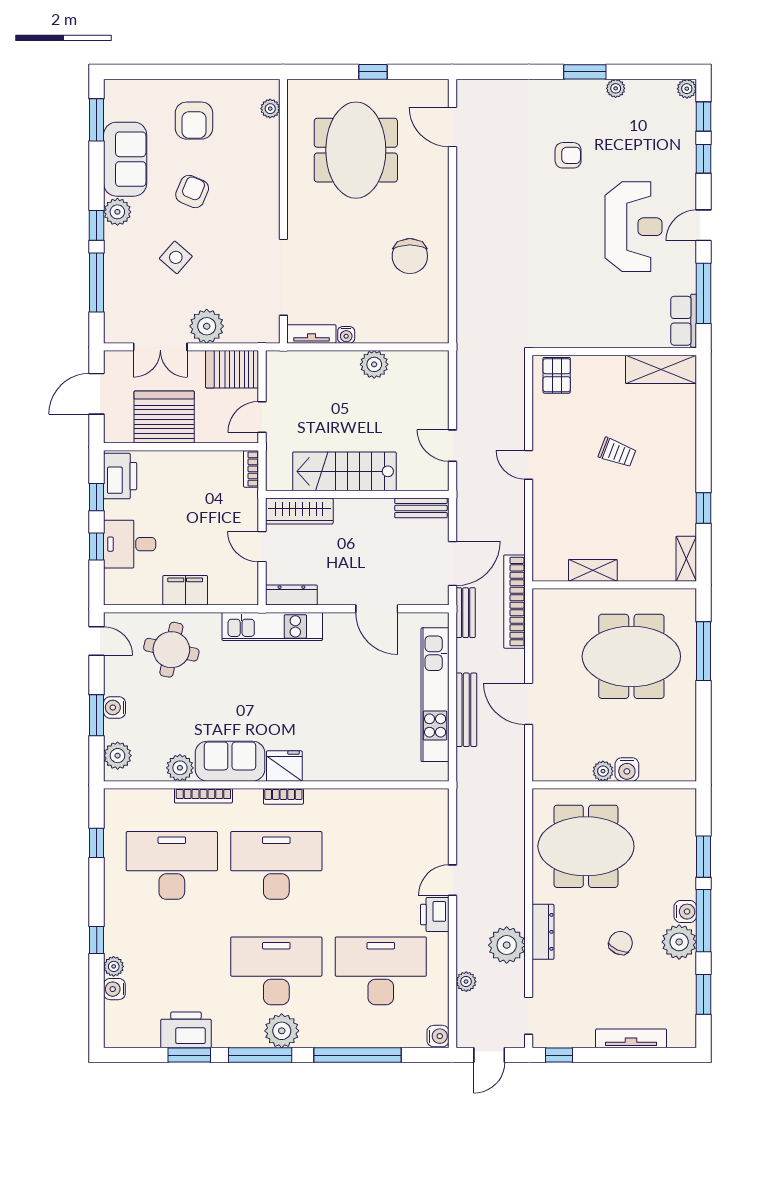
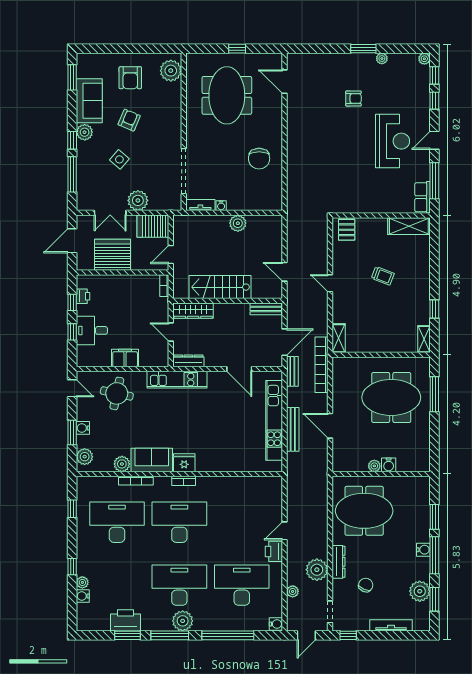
plant: (270, 109) -> (171, 71), width x1.88, depth x1.88
printer: (120, 476) -> (83, 296), width x0.53, depth x0.68
shelving: (593, 570) -> (339, 338), moved, turned 90
plant: (679, 942) -> (420, 591), moved
chair: (621, 943) -> (366, 585), moved

